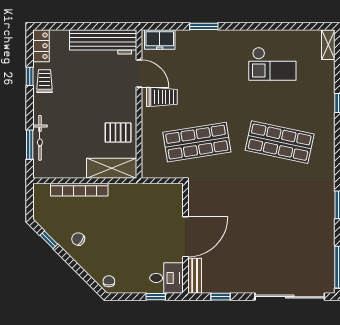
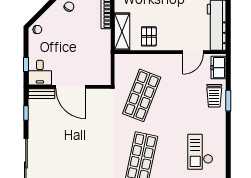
trolley: (162, 97) -> (214, 96), moved
shop shelf: (197, 142) -> (142, 95), turned 30

